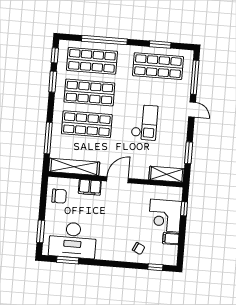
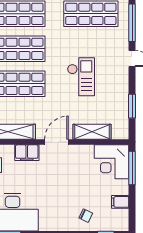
shelving: (167, 174) -> (92, 132), moved
window: (184, 209) -> (132, 168), width x2.17
corner desk: (165, 216) -> (112, 162), moved

